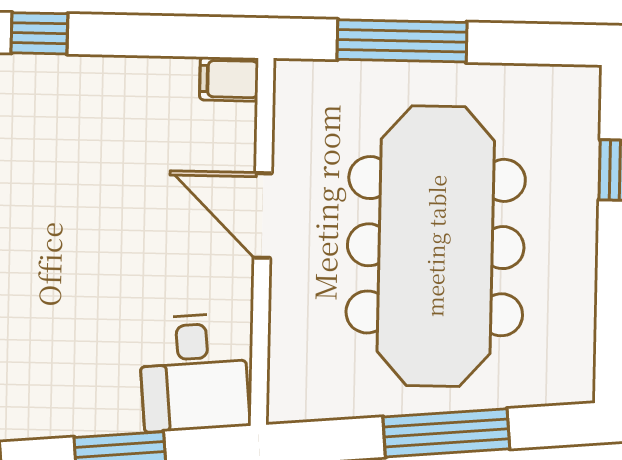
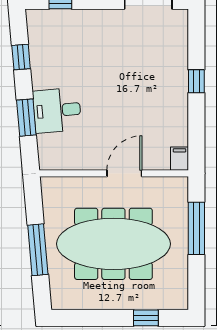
desk: (194, 372) -> (57, 110), moved

